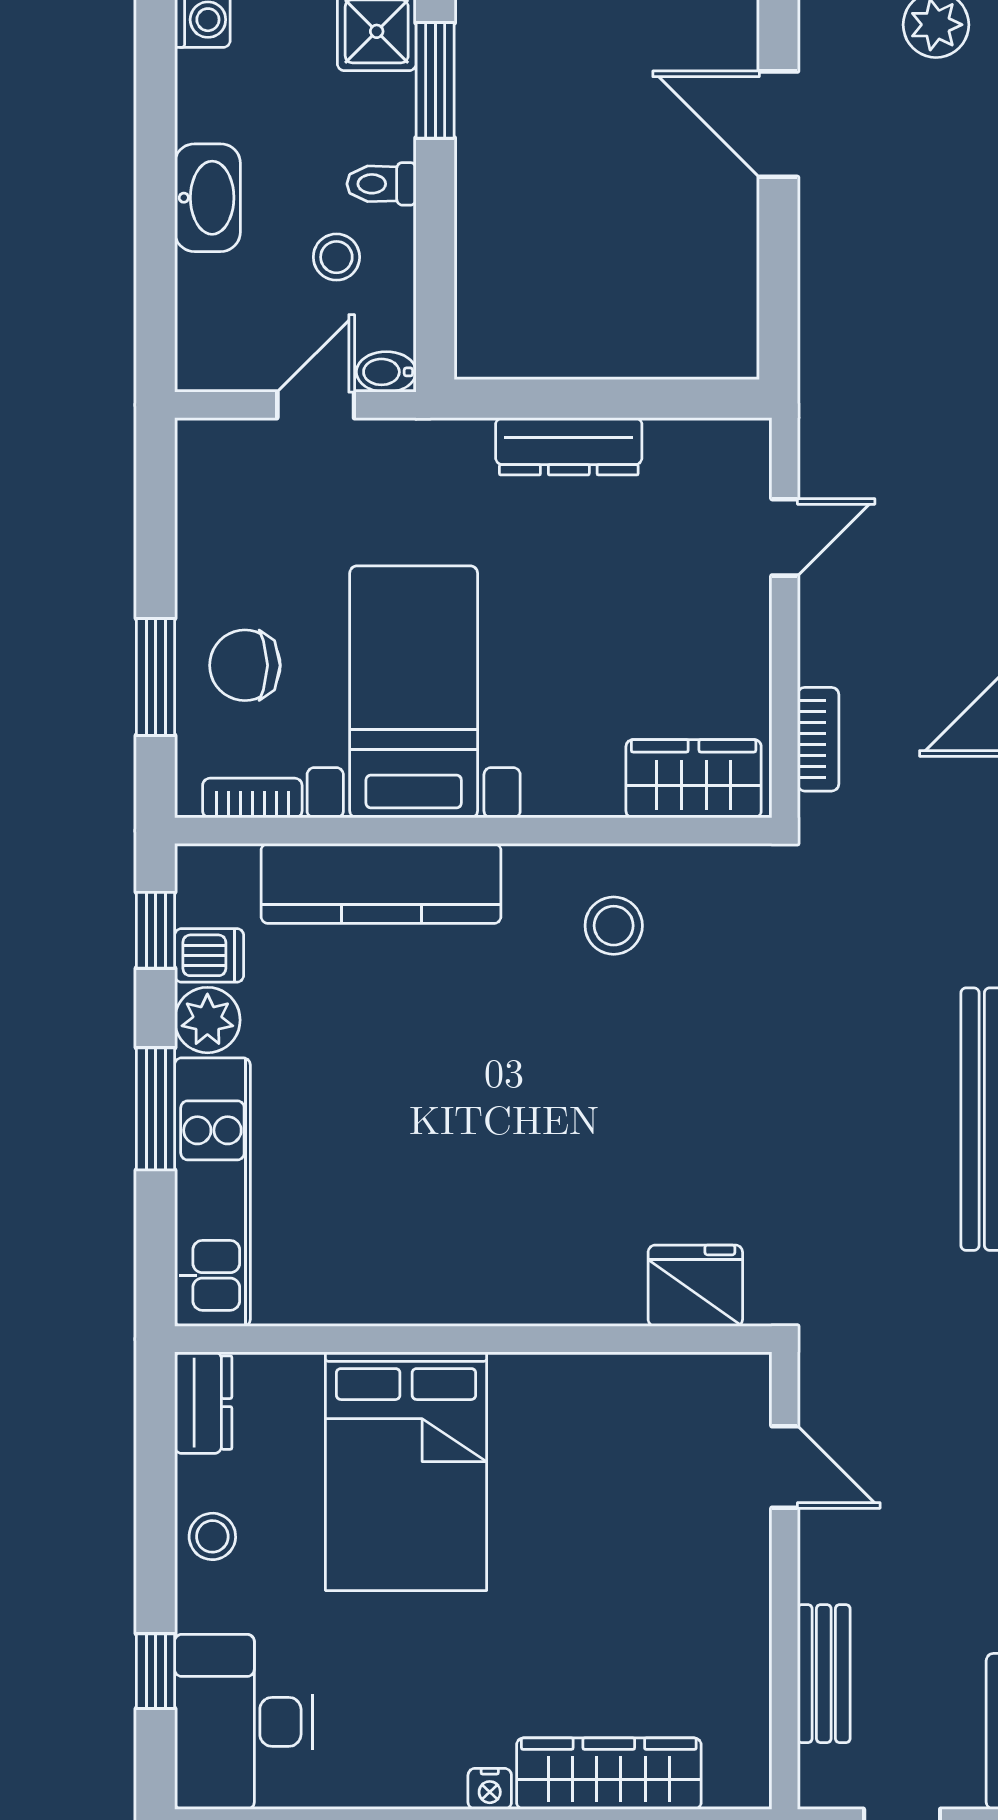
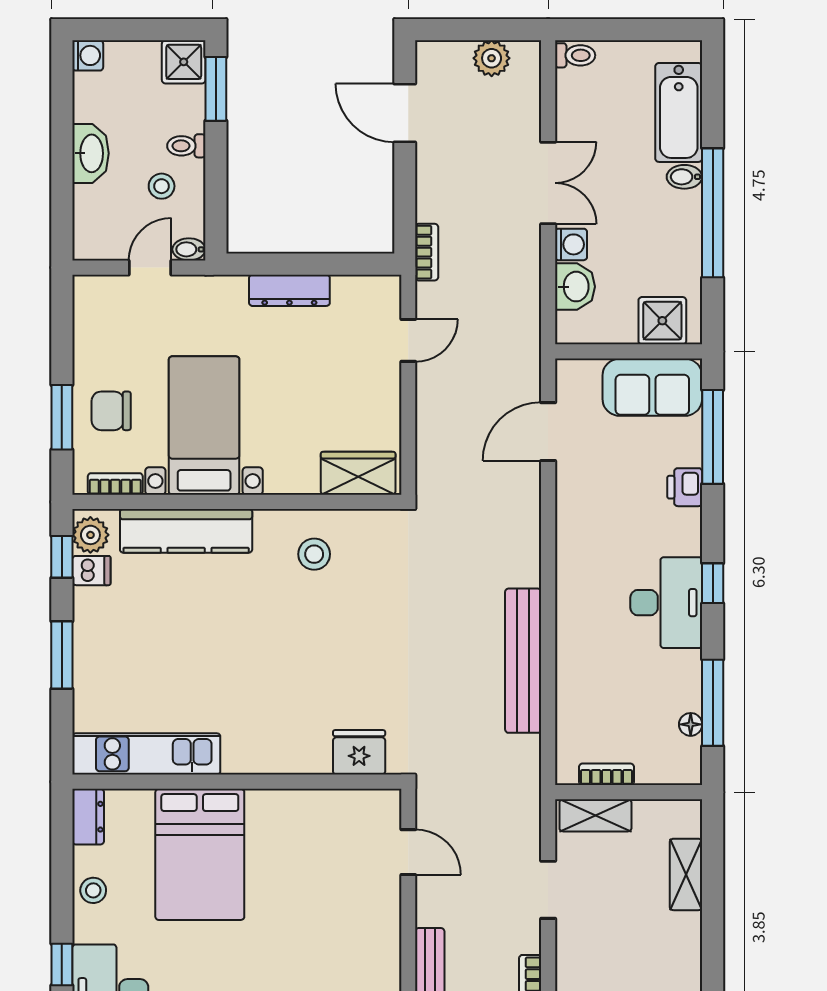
bookcase: (818, 739) -> (427, 252), moved
plant: (207, 1020) -> (90, 535), moved
kitchen unit: (212, 1192) -> (146, 754), moved, turned -90

